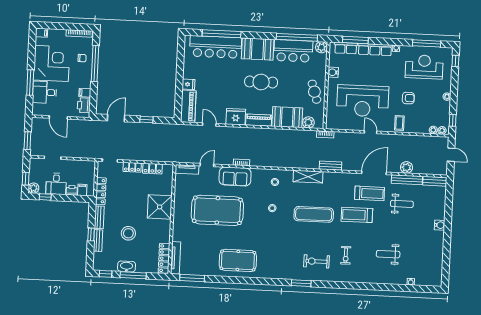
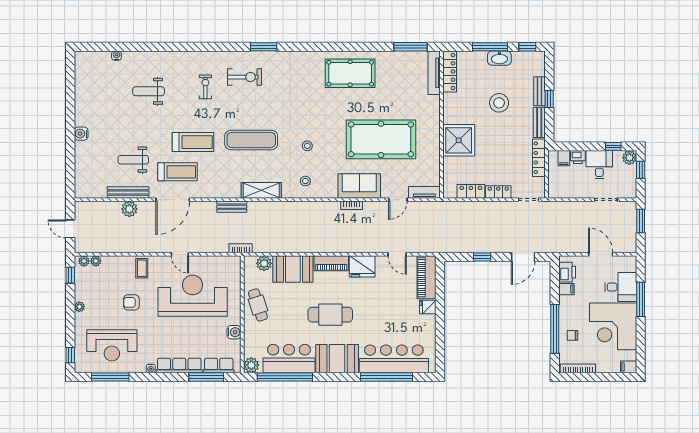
bench: (435, 181) -> (90, 192), removed
treadmill: (370, 193) -> (177, 172), turned 180
weight bench: (388, 254) -> (149, 91), turned 180

